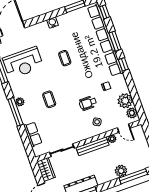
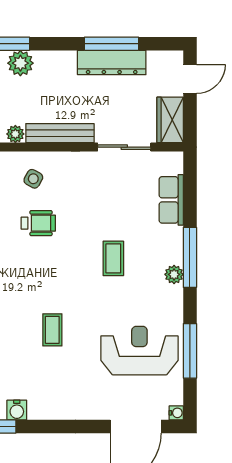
water cooler: (52, 23) -> (17, 410), moved

